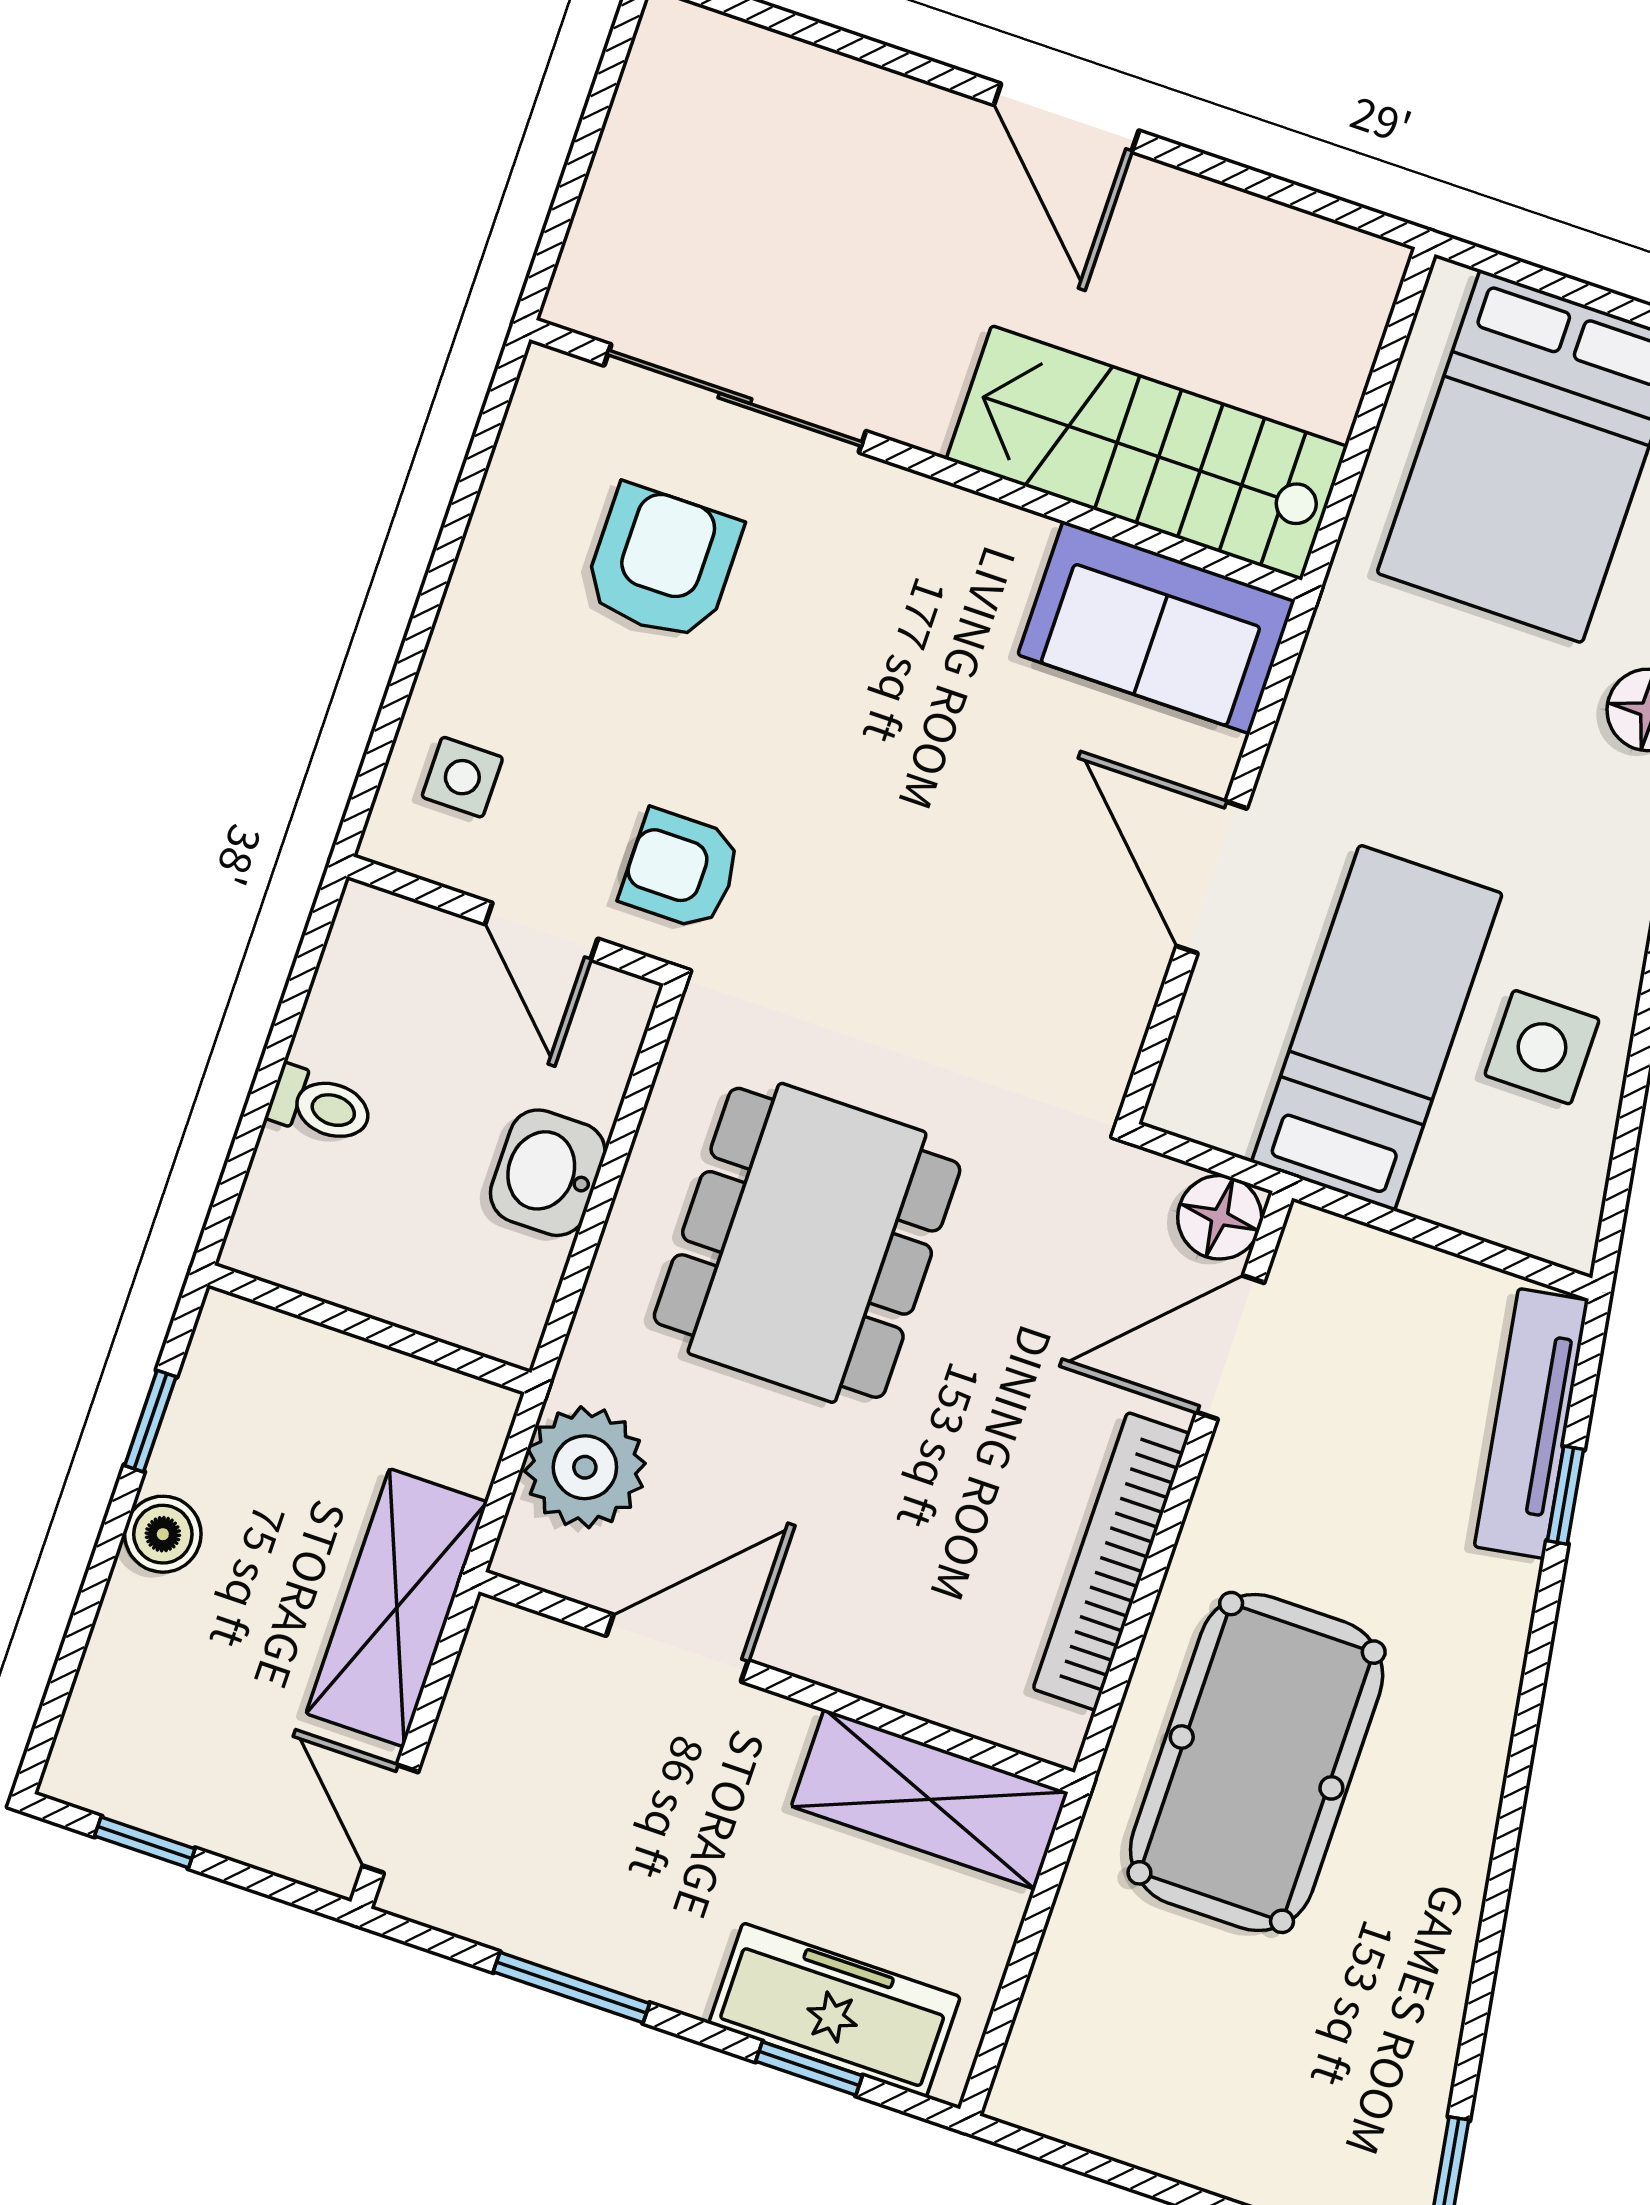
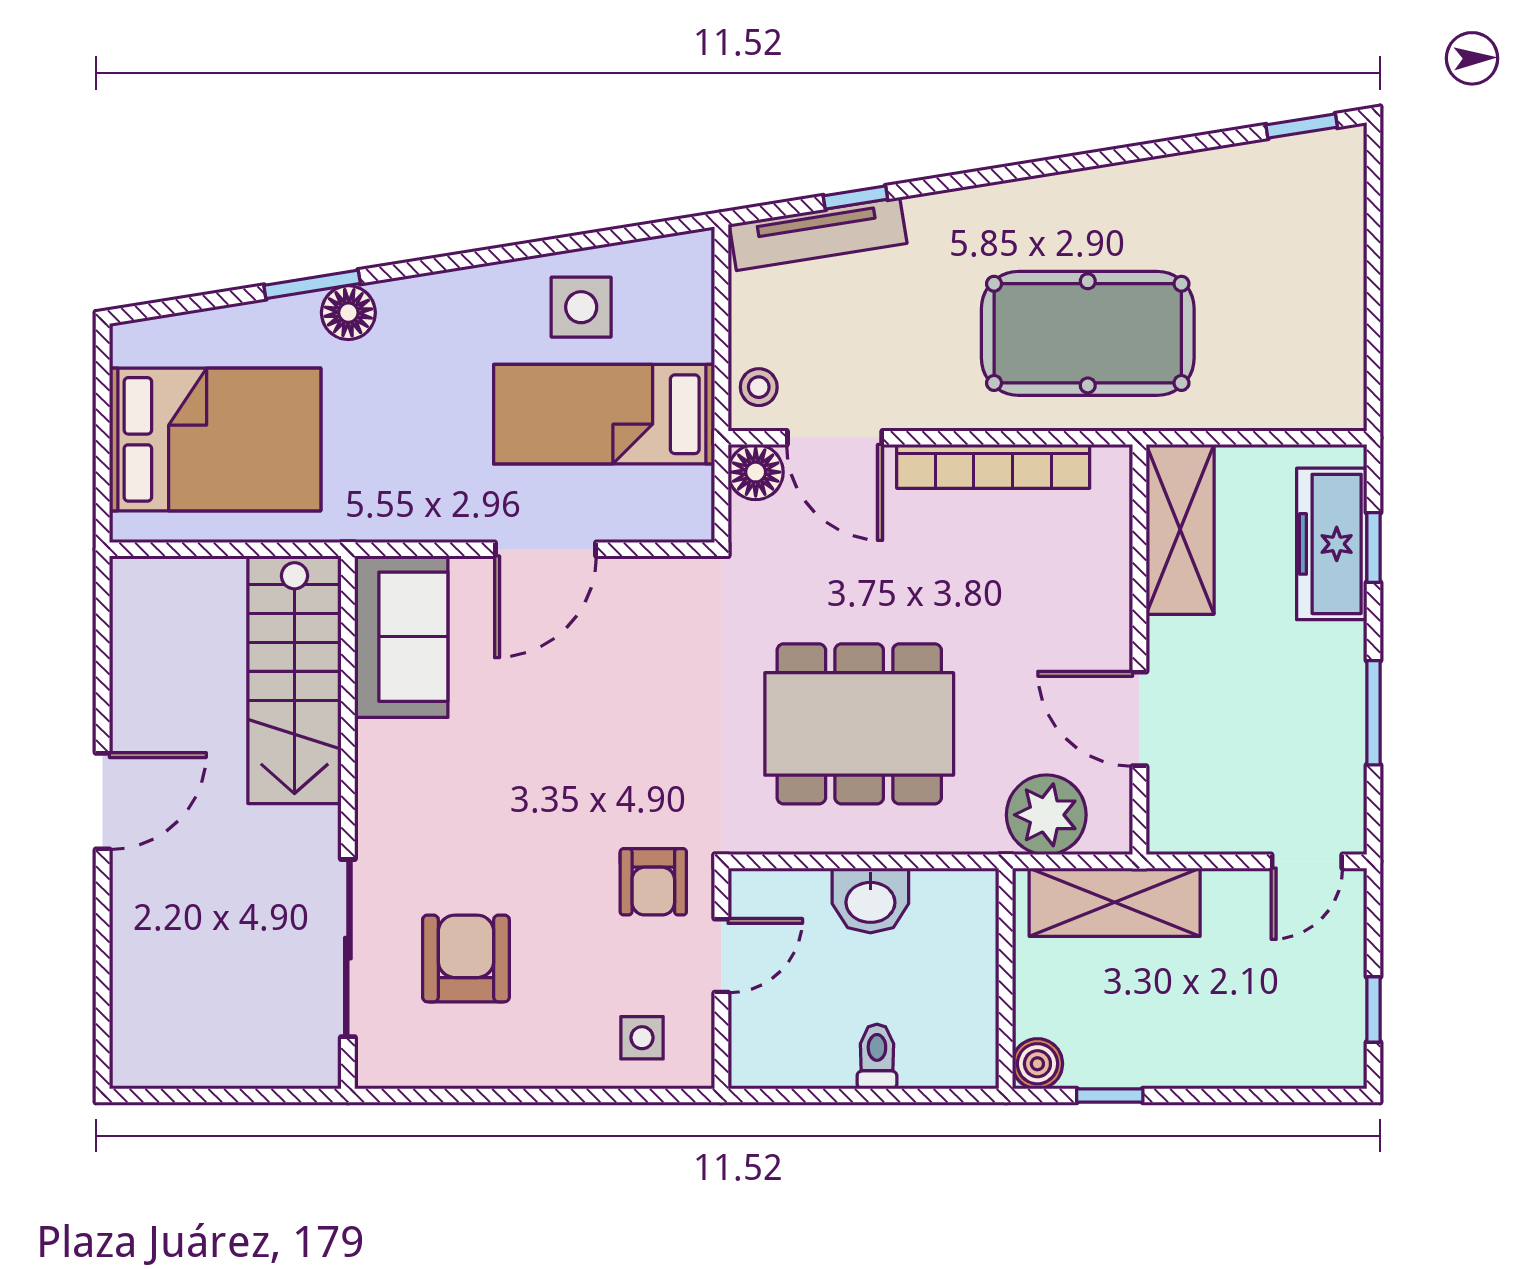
armchair: (662, 563) -> (466, 958), turned 90
stool: (1340, 1263) -> (759, 387), added
boiler: (163, 1534) -> (1037, 1064), moved
shelving: (397, 1608) -> (1115, 902), moved

